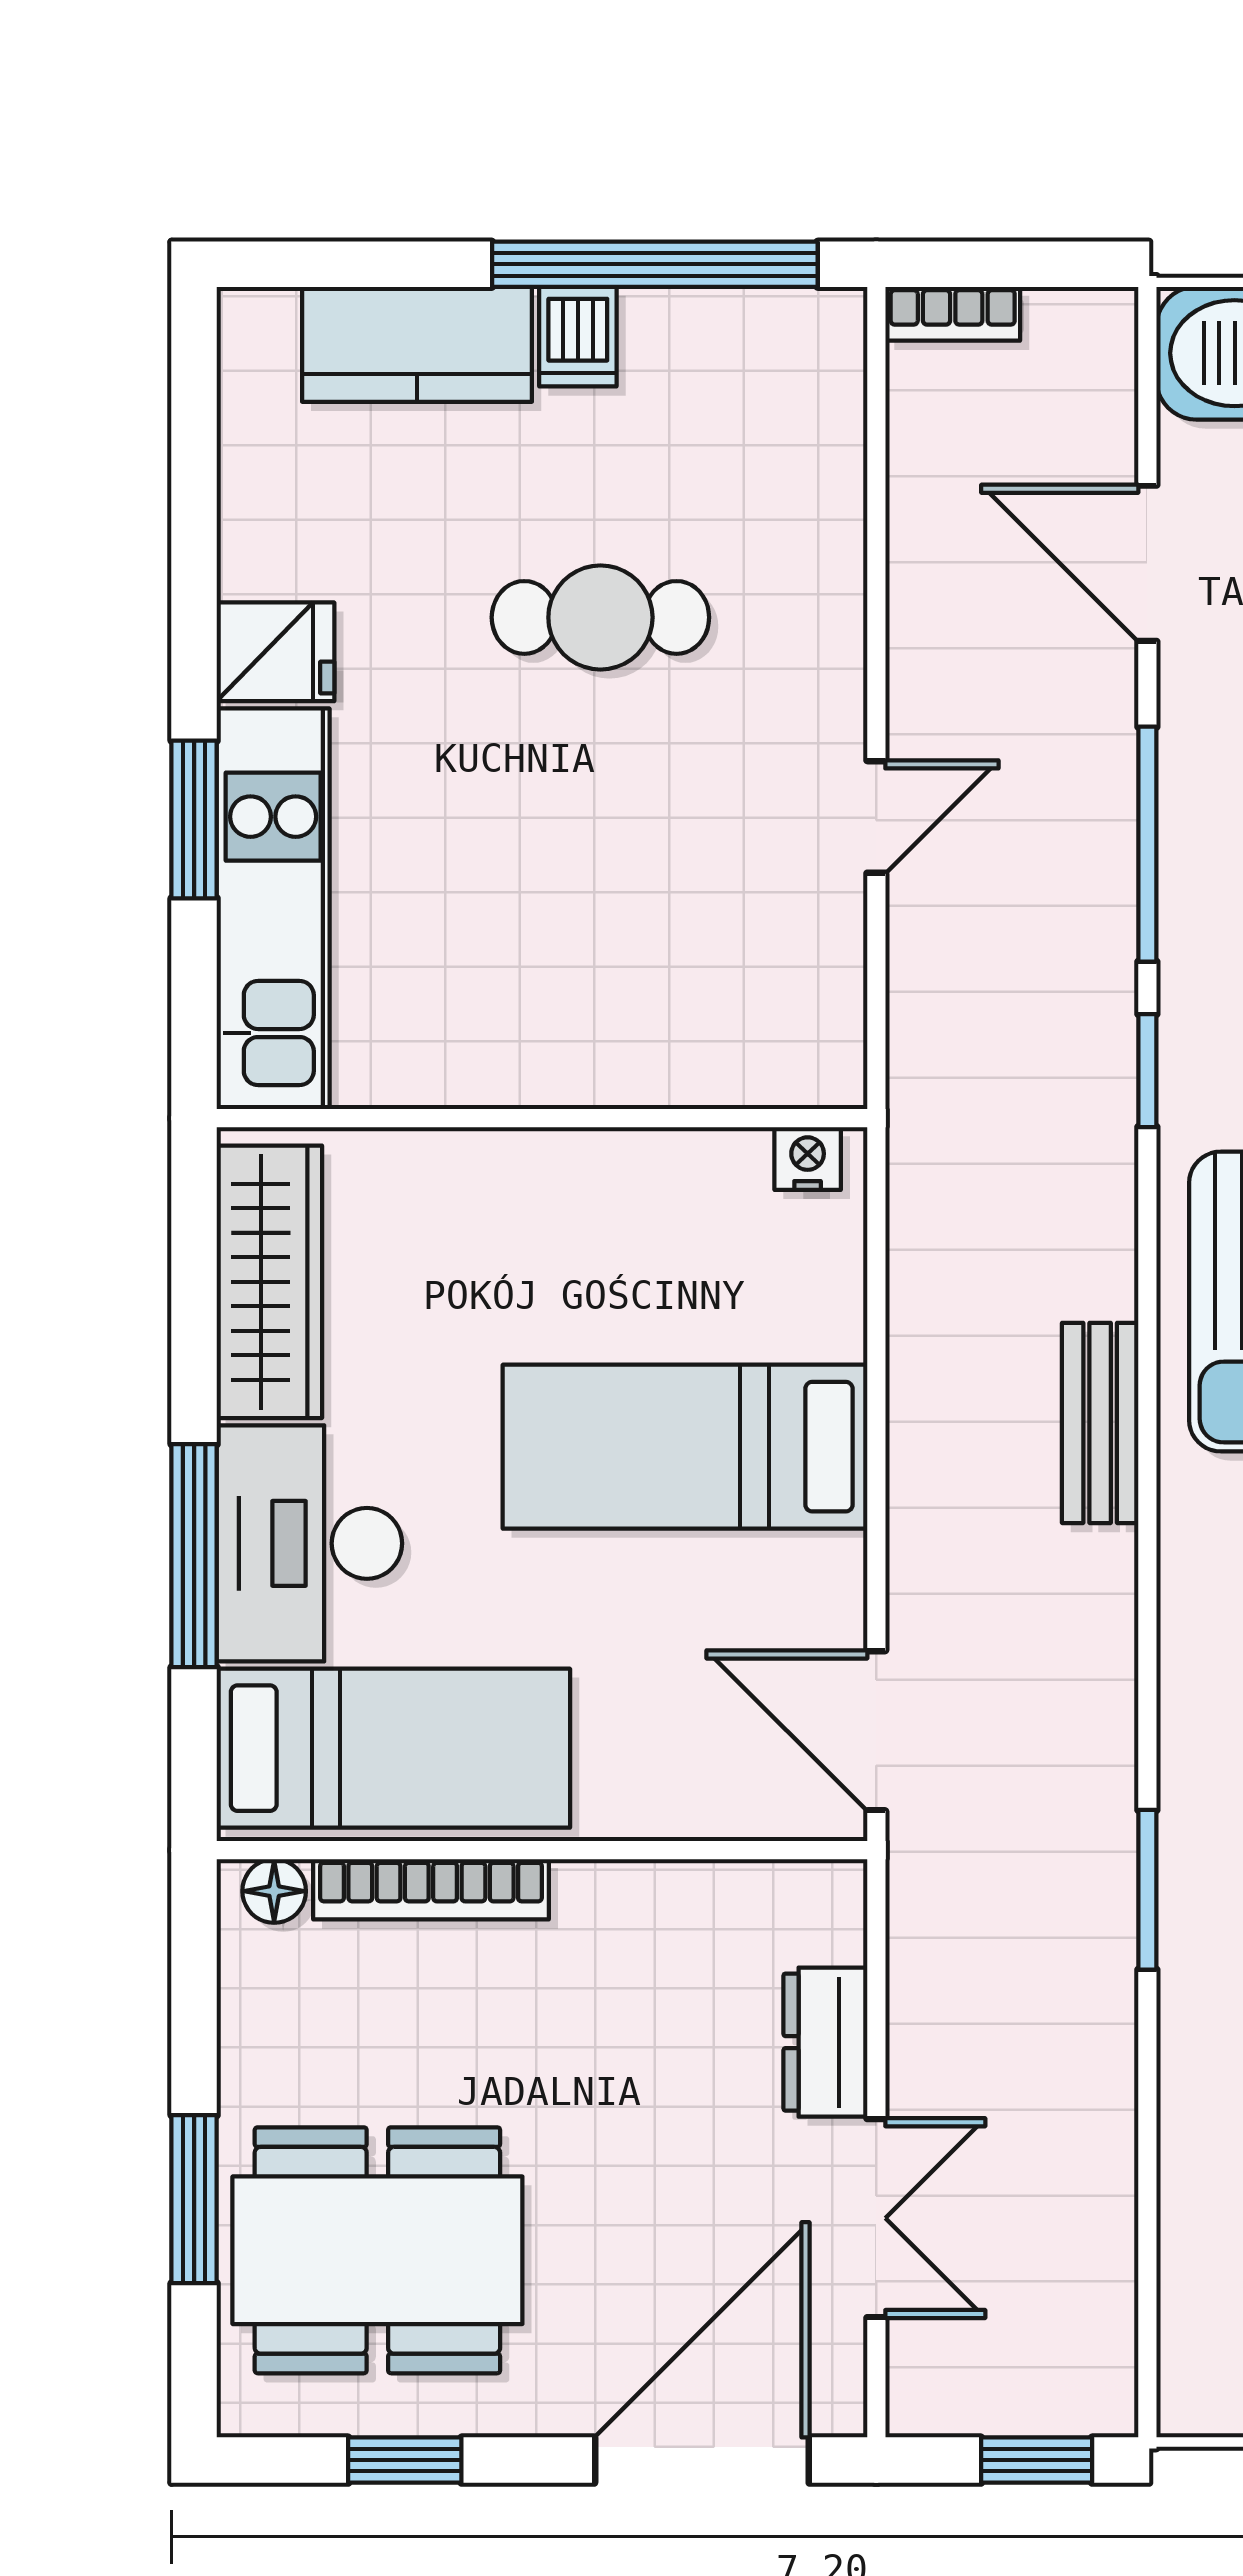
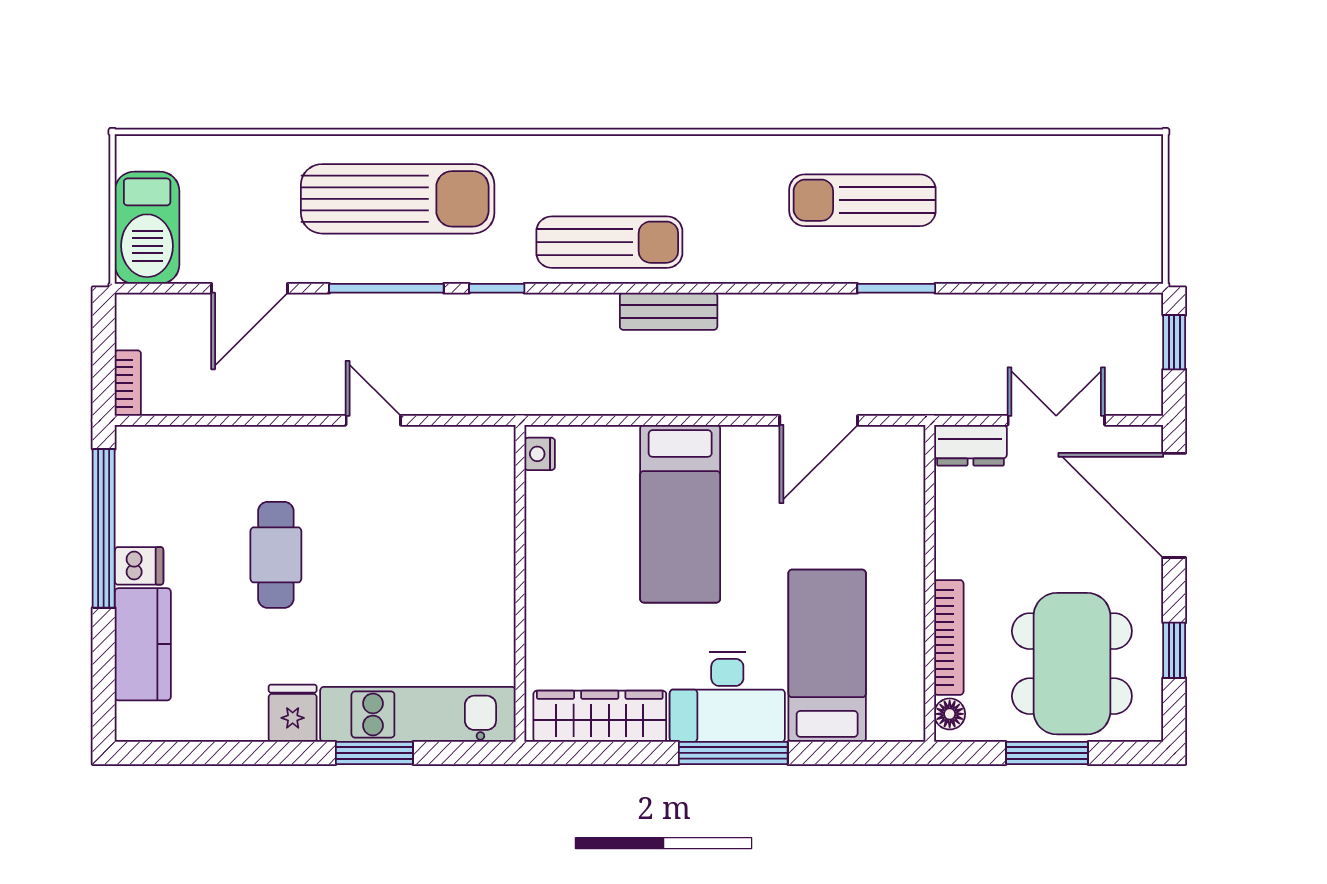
wall: (542, 1850) -> (930, 583), moved
bookcase: (431, 1889) -> (949, 637), moved
floor lamp: (274, 1891) -> (950, 714), moved

